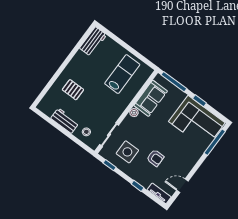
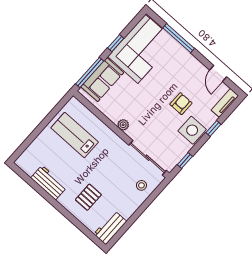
workbench: (93, 42) -> (49, 183), moved
sofa: (151, 98) -> (102, 80), moved, turned 90
workbench: (65, 121) -> (110, 228), moved
sliding door: (109, 135) -> (148, 158), width x1.37
window: (215, 142) -> (179, 38), moved
side table: (127, 152) -> (192, 130), moved

